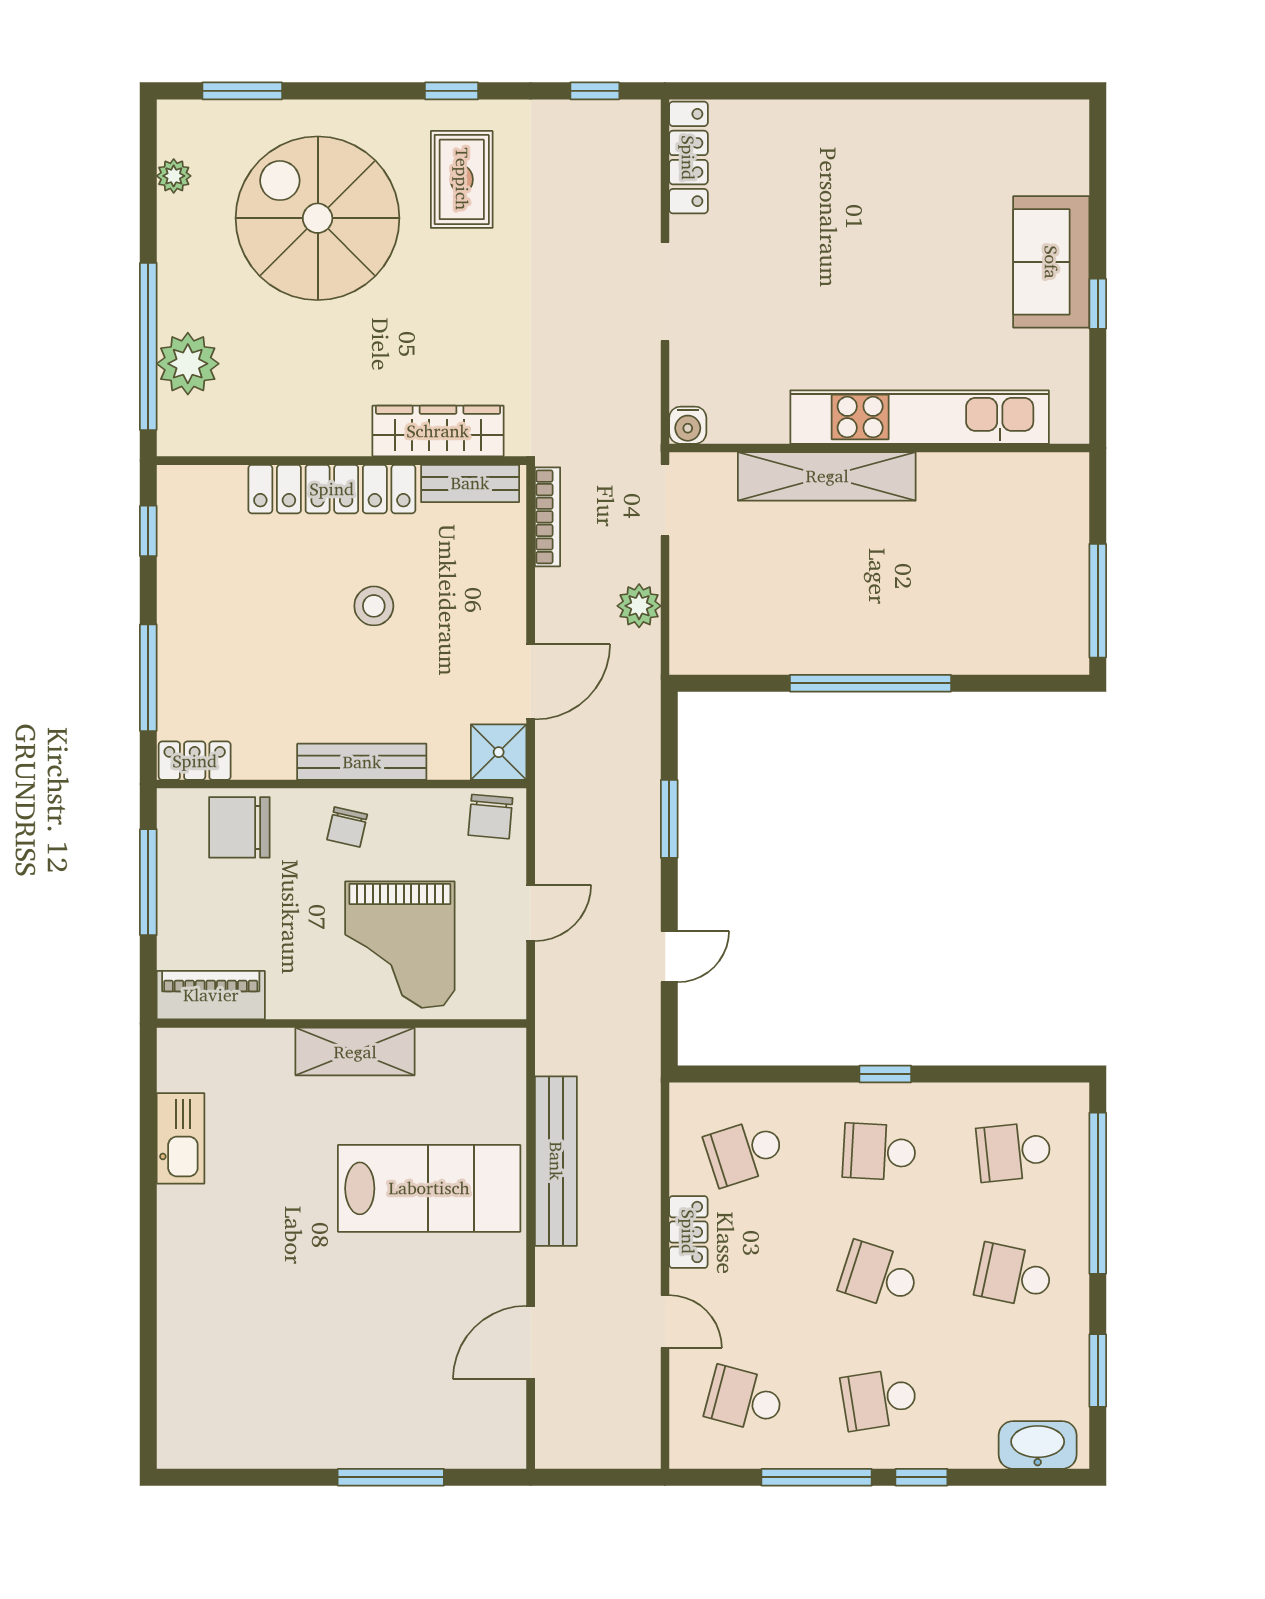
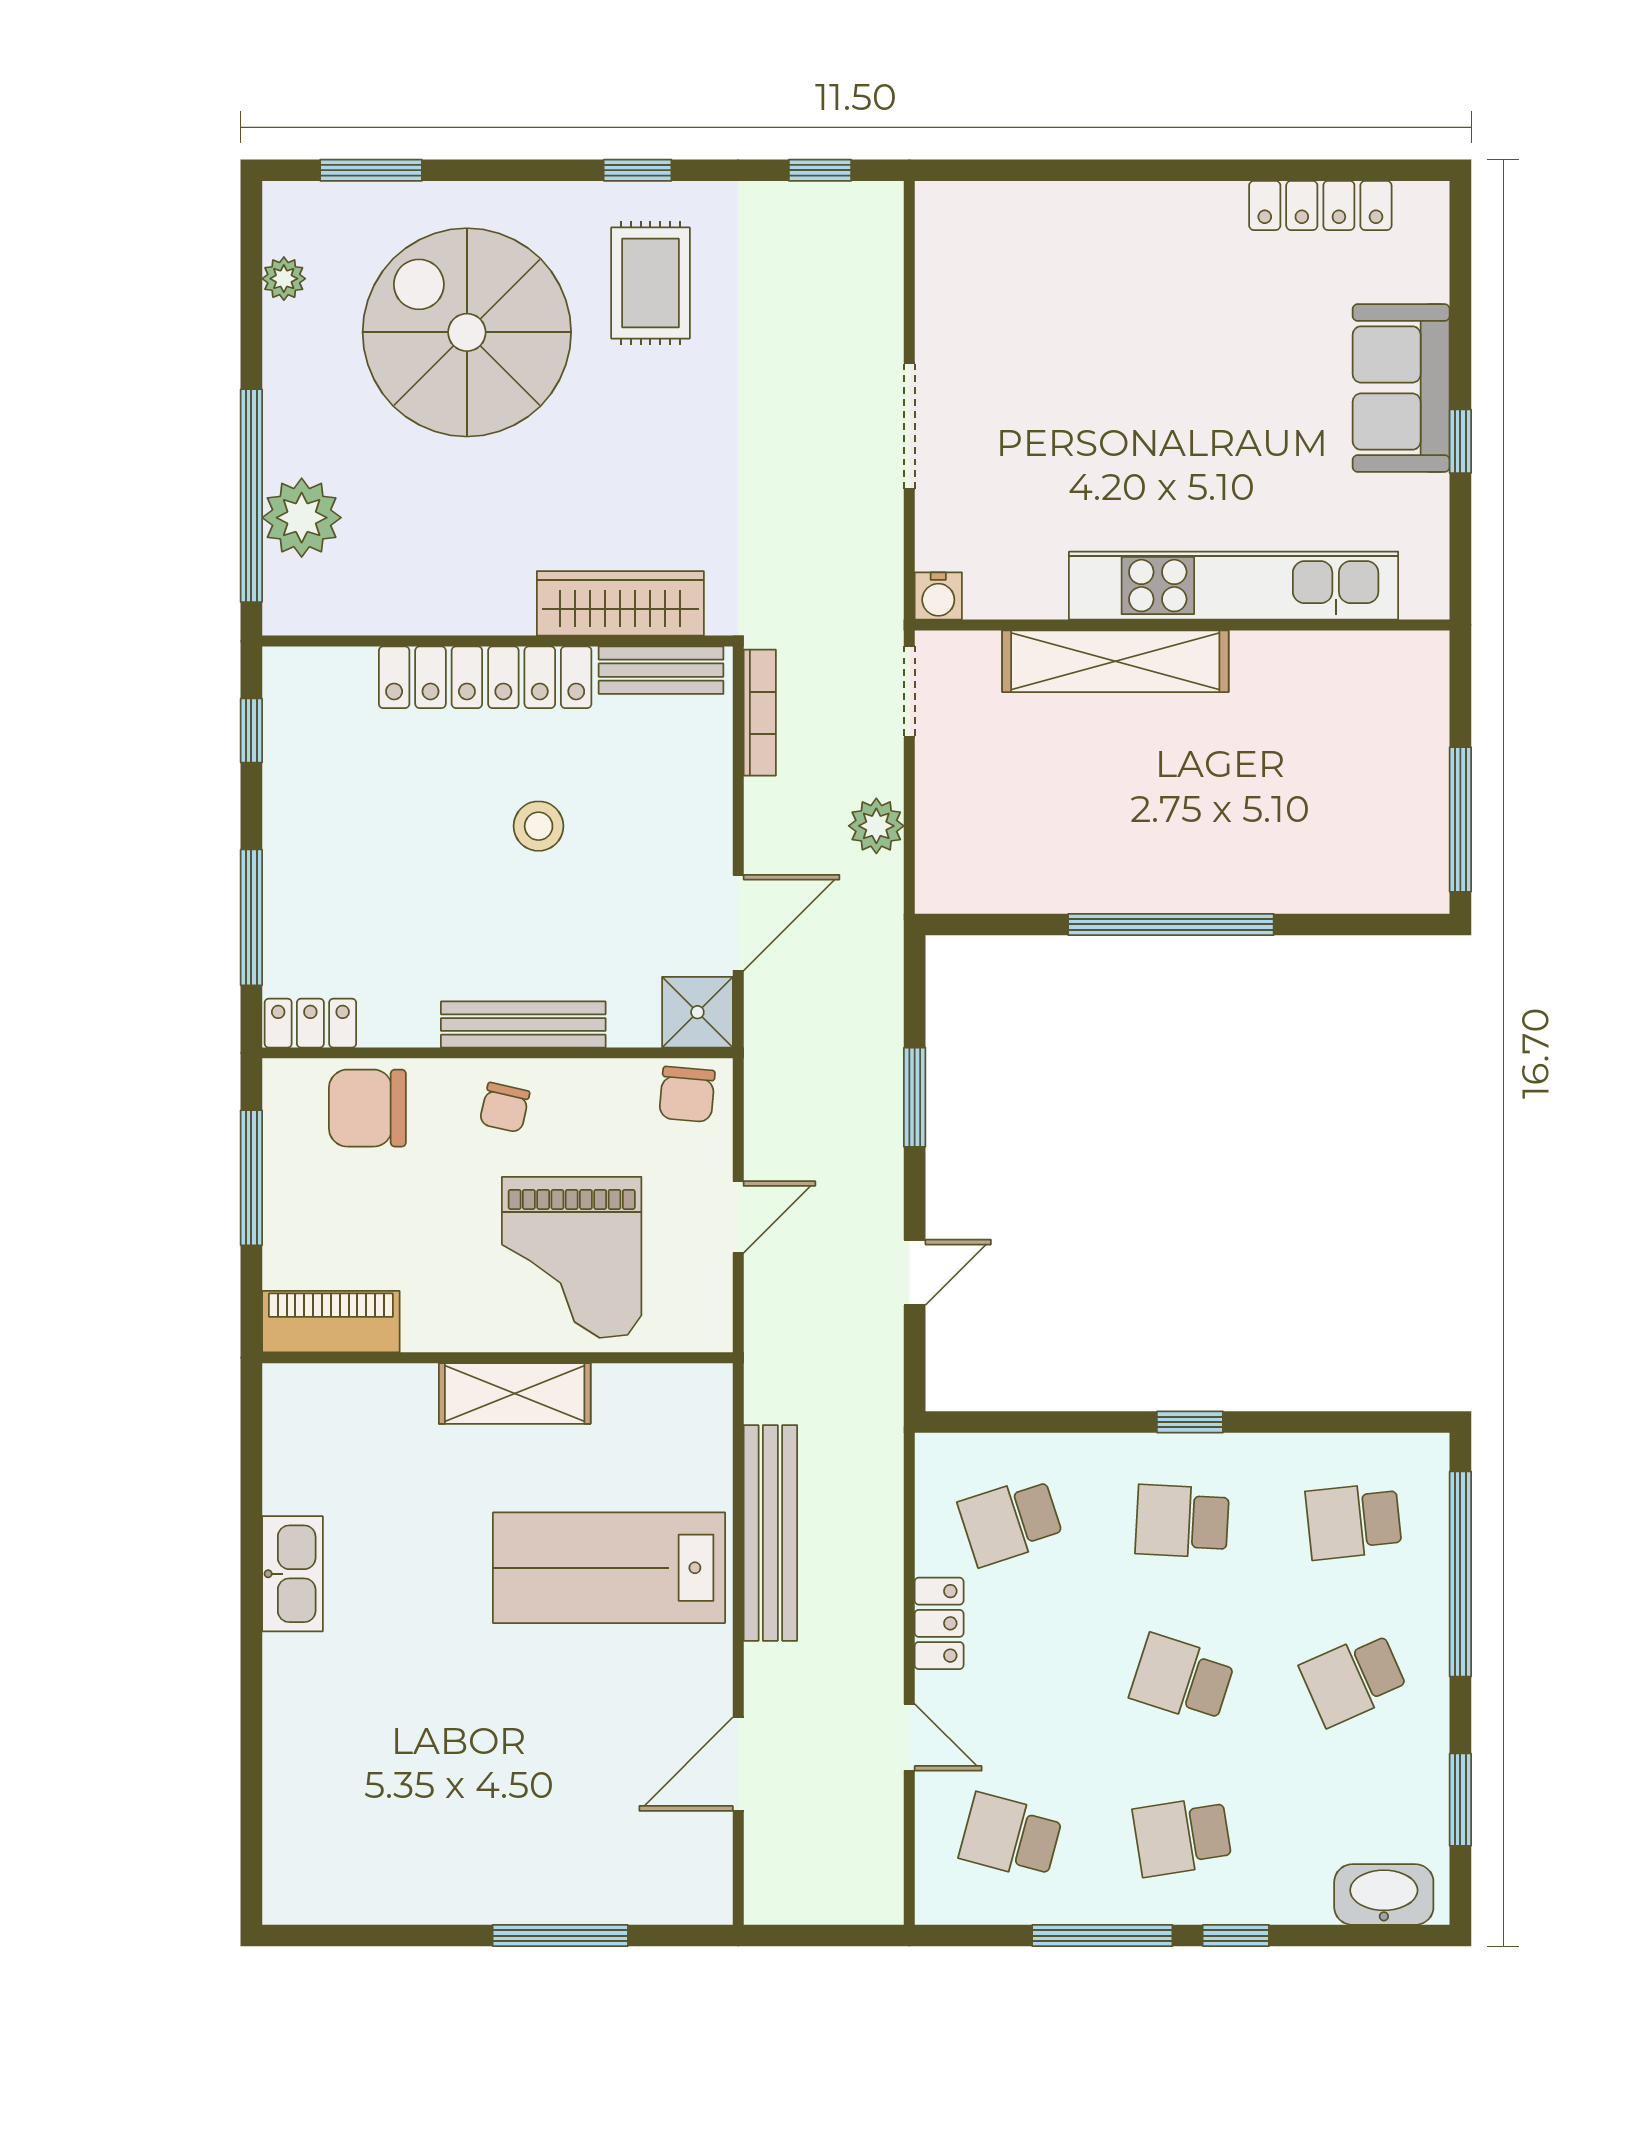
locker: (688, 158) -> (1320, 205), moved, turned 90
kitchen sink: (181, 1138) -> (292, 1574), moved
lab bench: (429, 1188) -> (609, 1568), turned 180
school desk: (1014, 1276) -> (1354, 1679), turned -36

